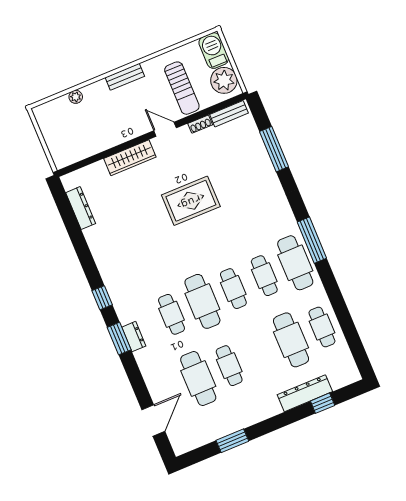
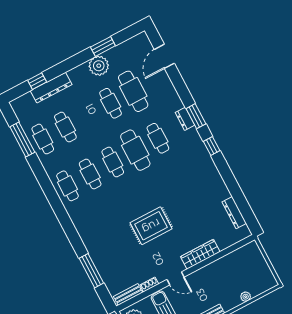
window: (312, 240) -> (22, 140), moved
cafe table: (295, 263) -> (68, 186), width x0.73, depth x0.74
cafe table: (291, 340) -> (65, 127), width x0.73, depth x0.74
plant: (240, 416) -> (99, 66), added

